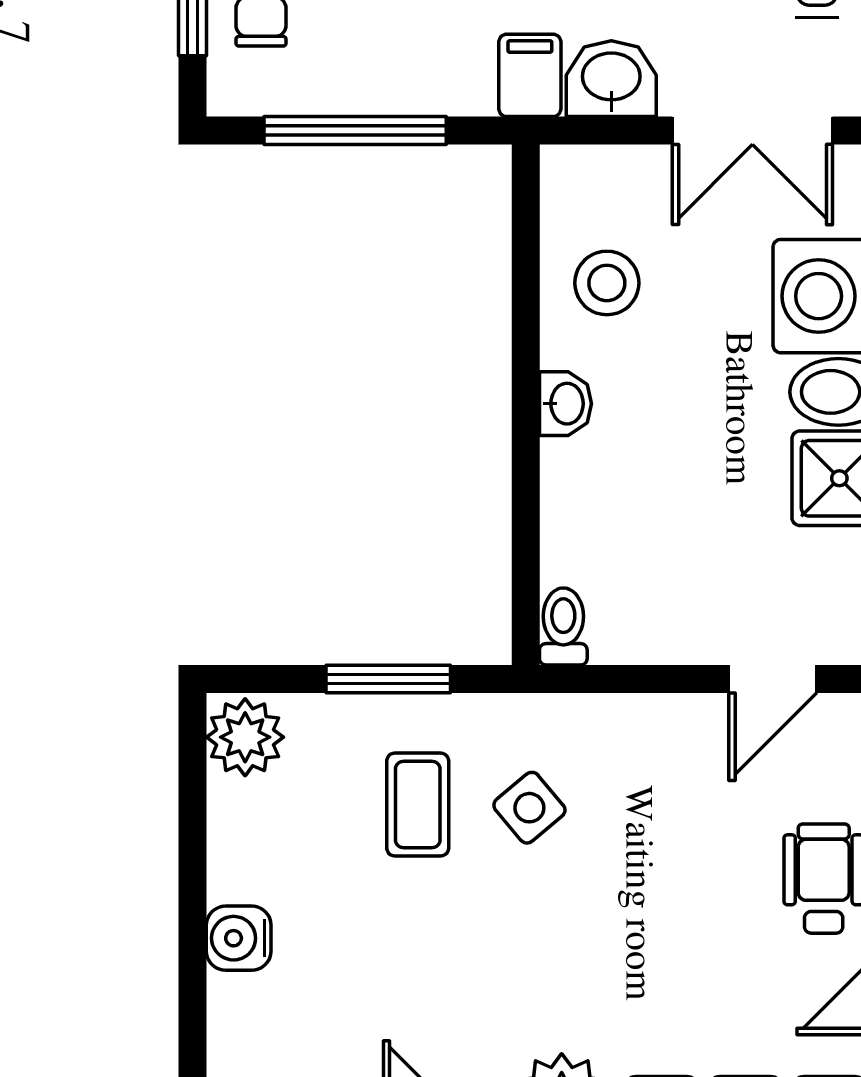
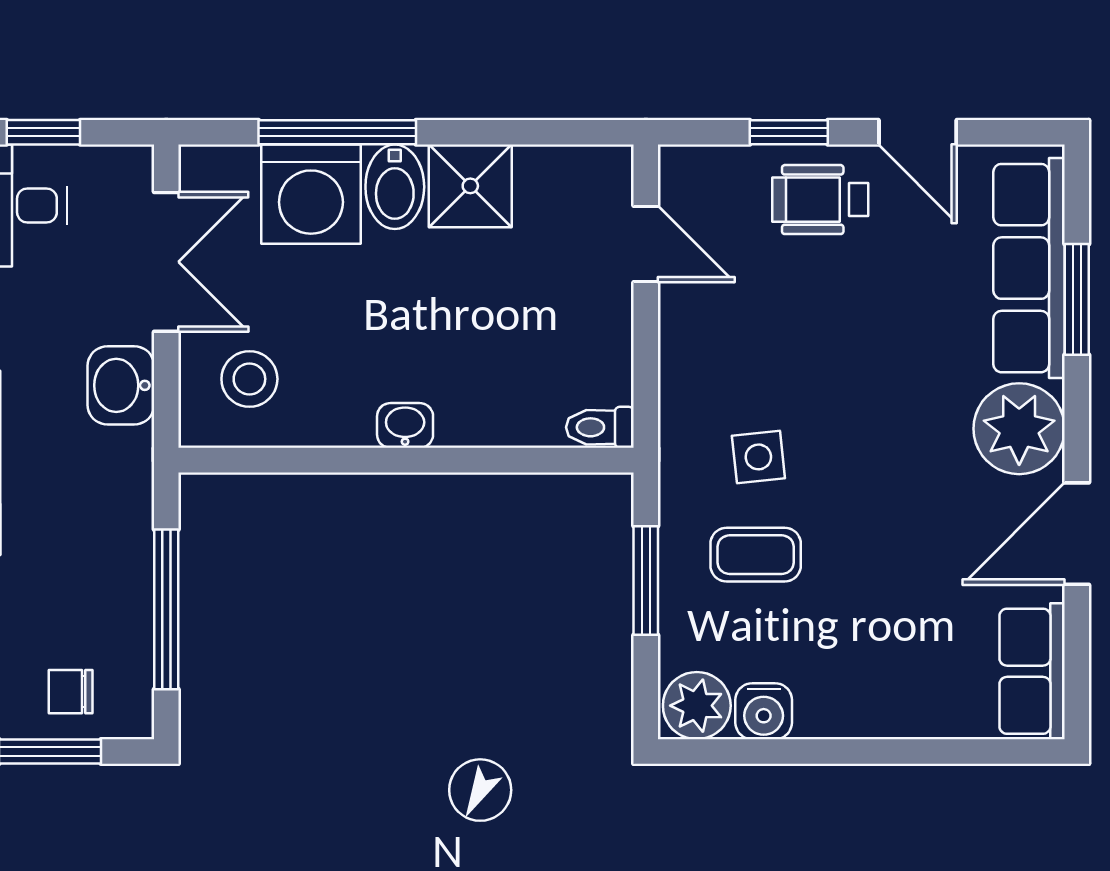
filing cabinet: (530, 75) -> (118, 457), removed
stool: (607, 283) -> (249, 379), moved
side table: (529, 808) -> (758, 457), turned 34
water cooler: (239, 938) -> (764, 711), moved

